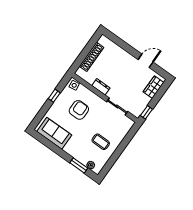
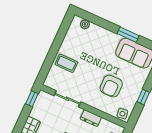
coffee table: (101, 142) -> (66, 63), moved
window: (79, 165) -> (128, 35), moved

